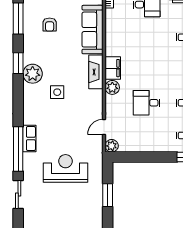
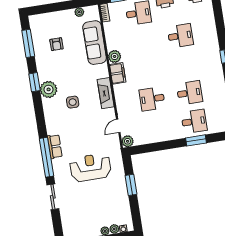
fireplace: (96, 72) -> (106, 93), moved
plant: (112, 87) -> (115, 56), moved

